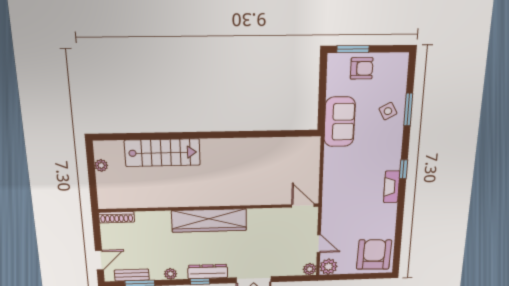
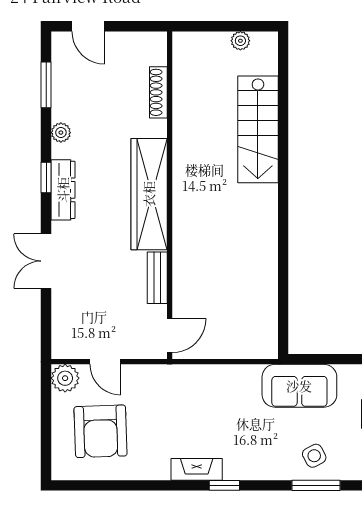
shoe rack: (117, 217) -> (158, 92), moved
door: (319, 244) -> (105, 362), hinge flipped
armchair: (374, 255) -> (101, 431), moved, turned 86
plant: (310, 269) -> (62, 349), removed
bench: (132, 275) -> (157, 278), moved

